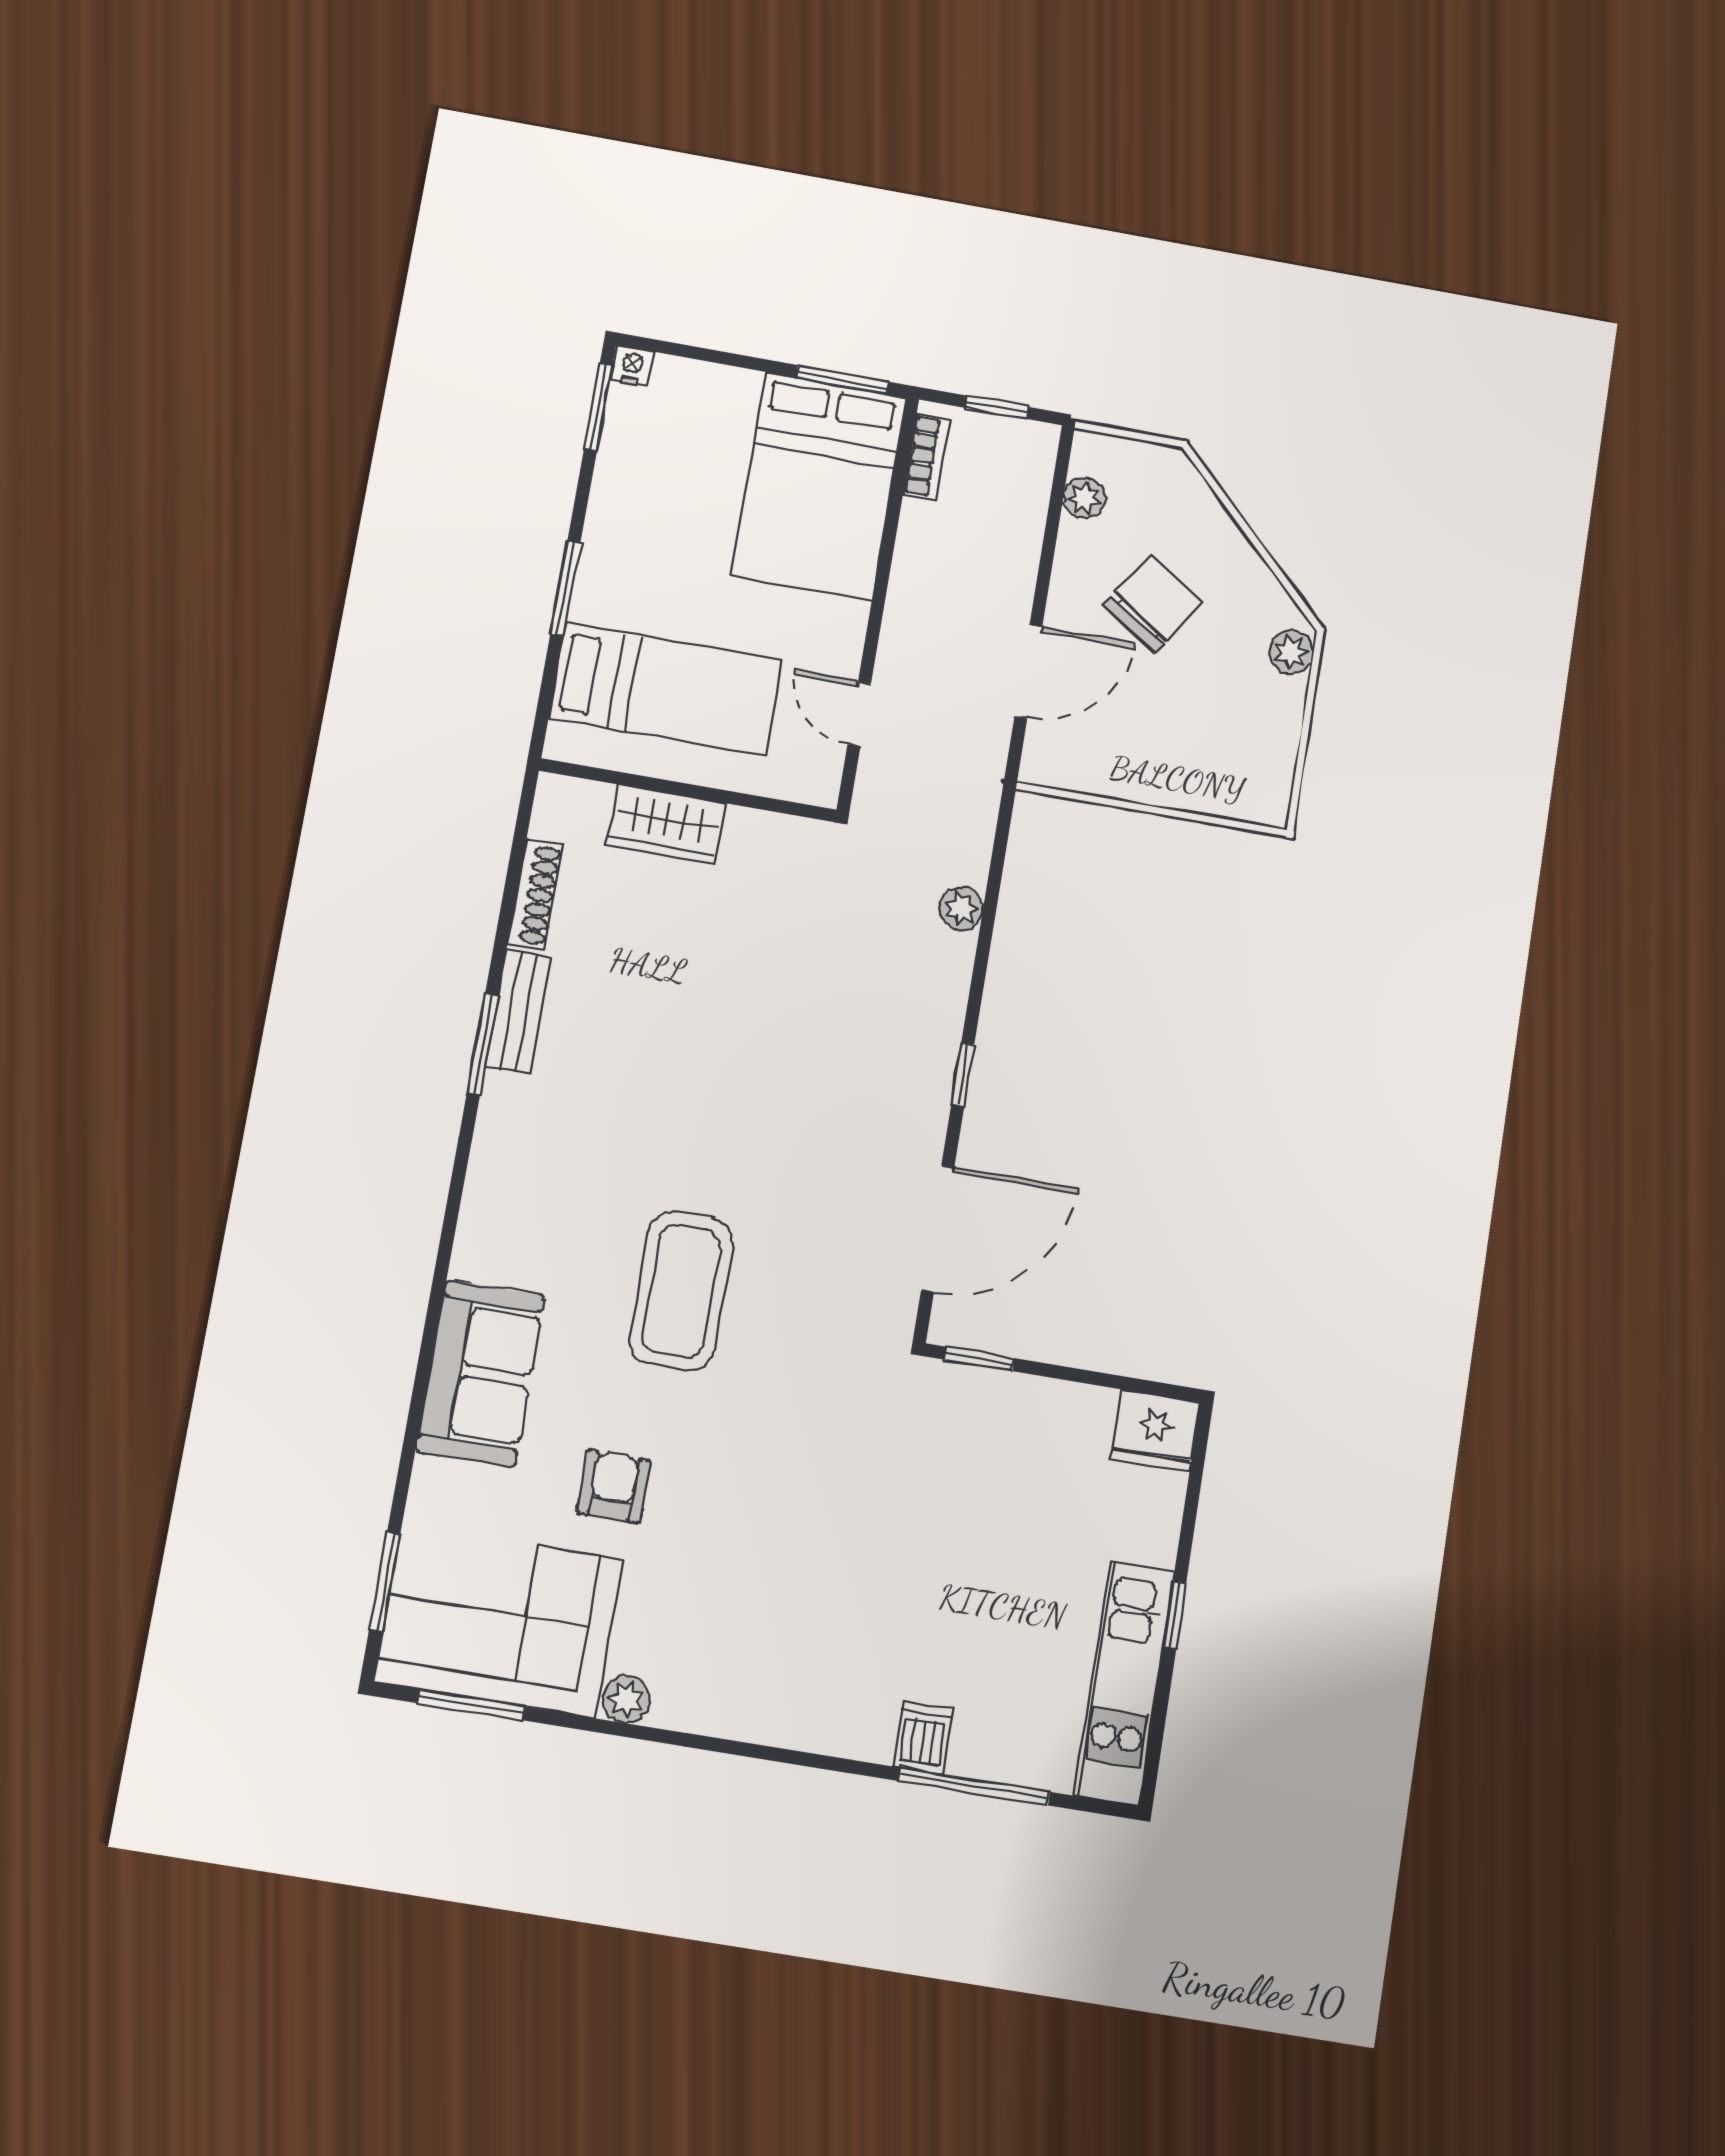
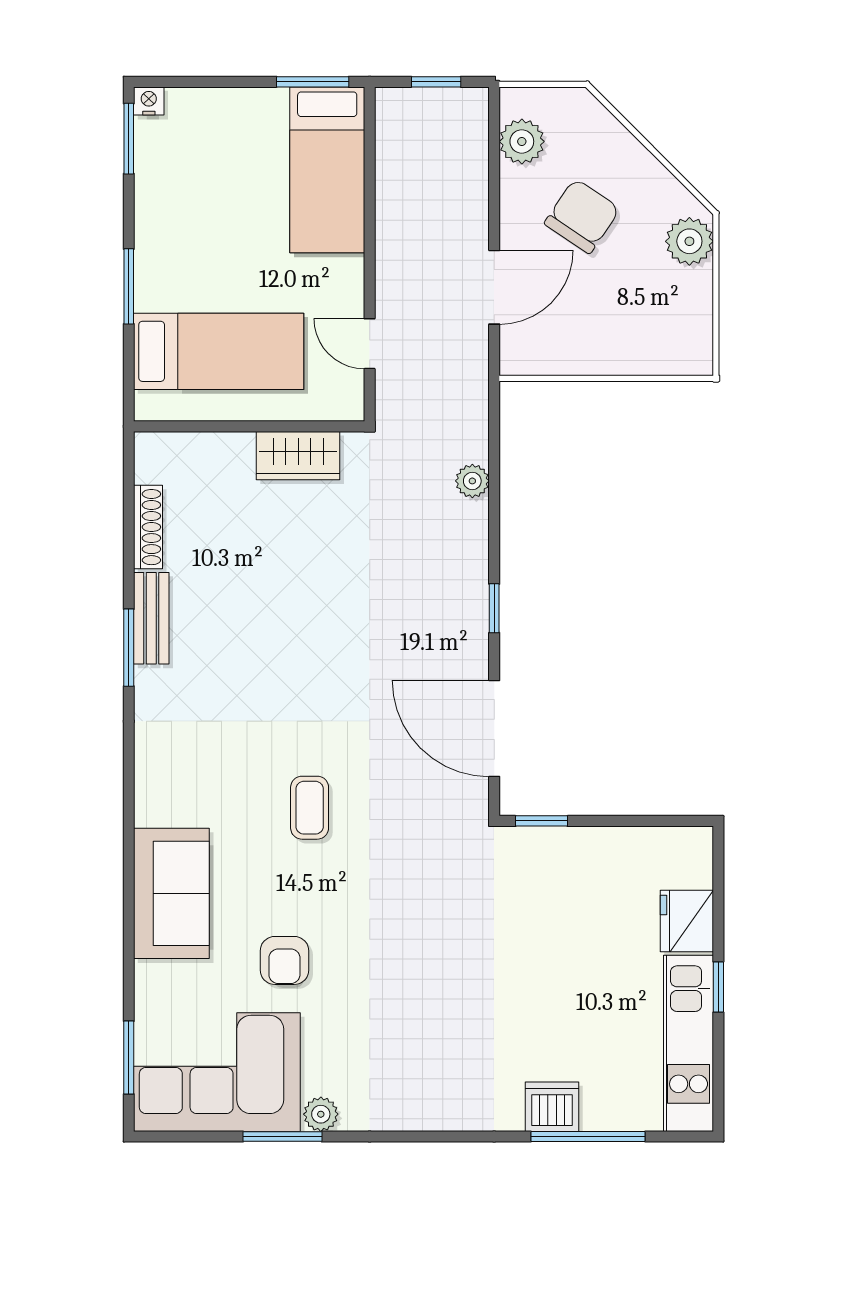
bookcase: (926, 457) -> (388, 131), removed
bed: (819, 486) -> (327, 170), width x0.67
plant: (1084, 498) -> (522, 141), width x1.38, depth x1.38
plant: (1292, 652) -> (689, 241), width x1.38, depth x1.38
wardrobe: (667, 824) -> (298, 456), moved
door: (938, 1229) -> (494, 729), swing flipped
coffee table: (681, 1291) -> (310, 808), width x0.54, depth x0.58
fridge: (1155, 1430) -> (687, 921), moved, turned 90
armchair: (614, 1486) -> (284, 960), turned 180
window: (470, 1705) -> (282, 1136), moved
dishwasher: (923, 1737) -> (552, 1107), width x1.38

